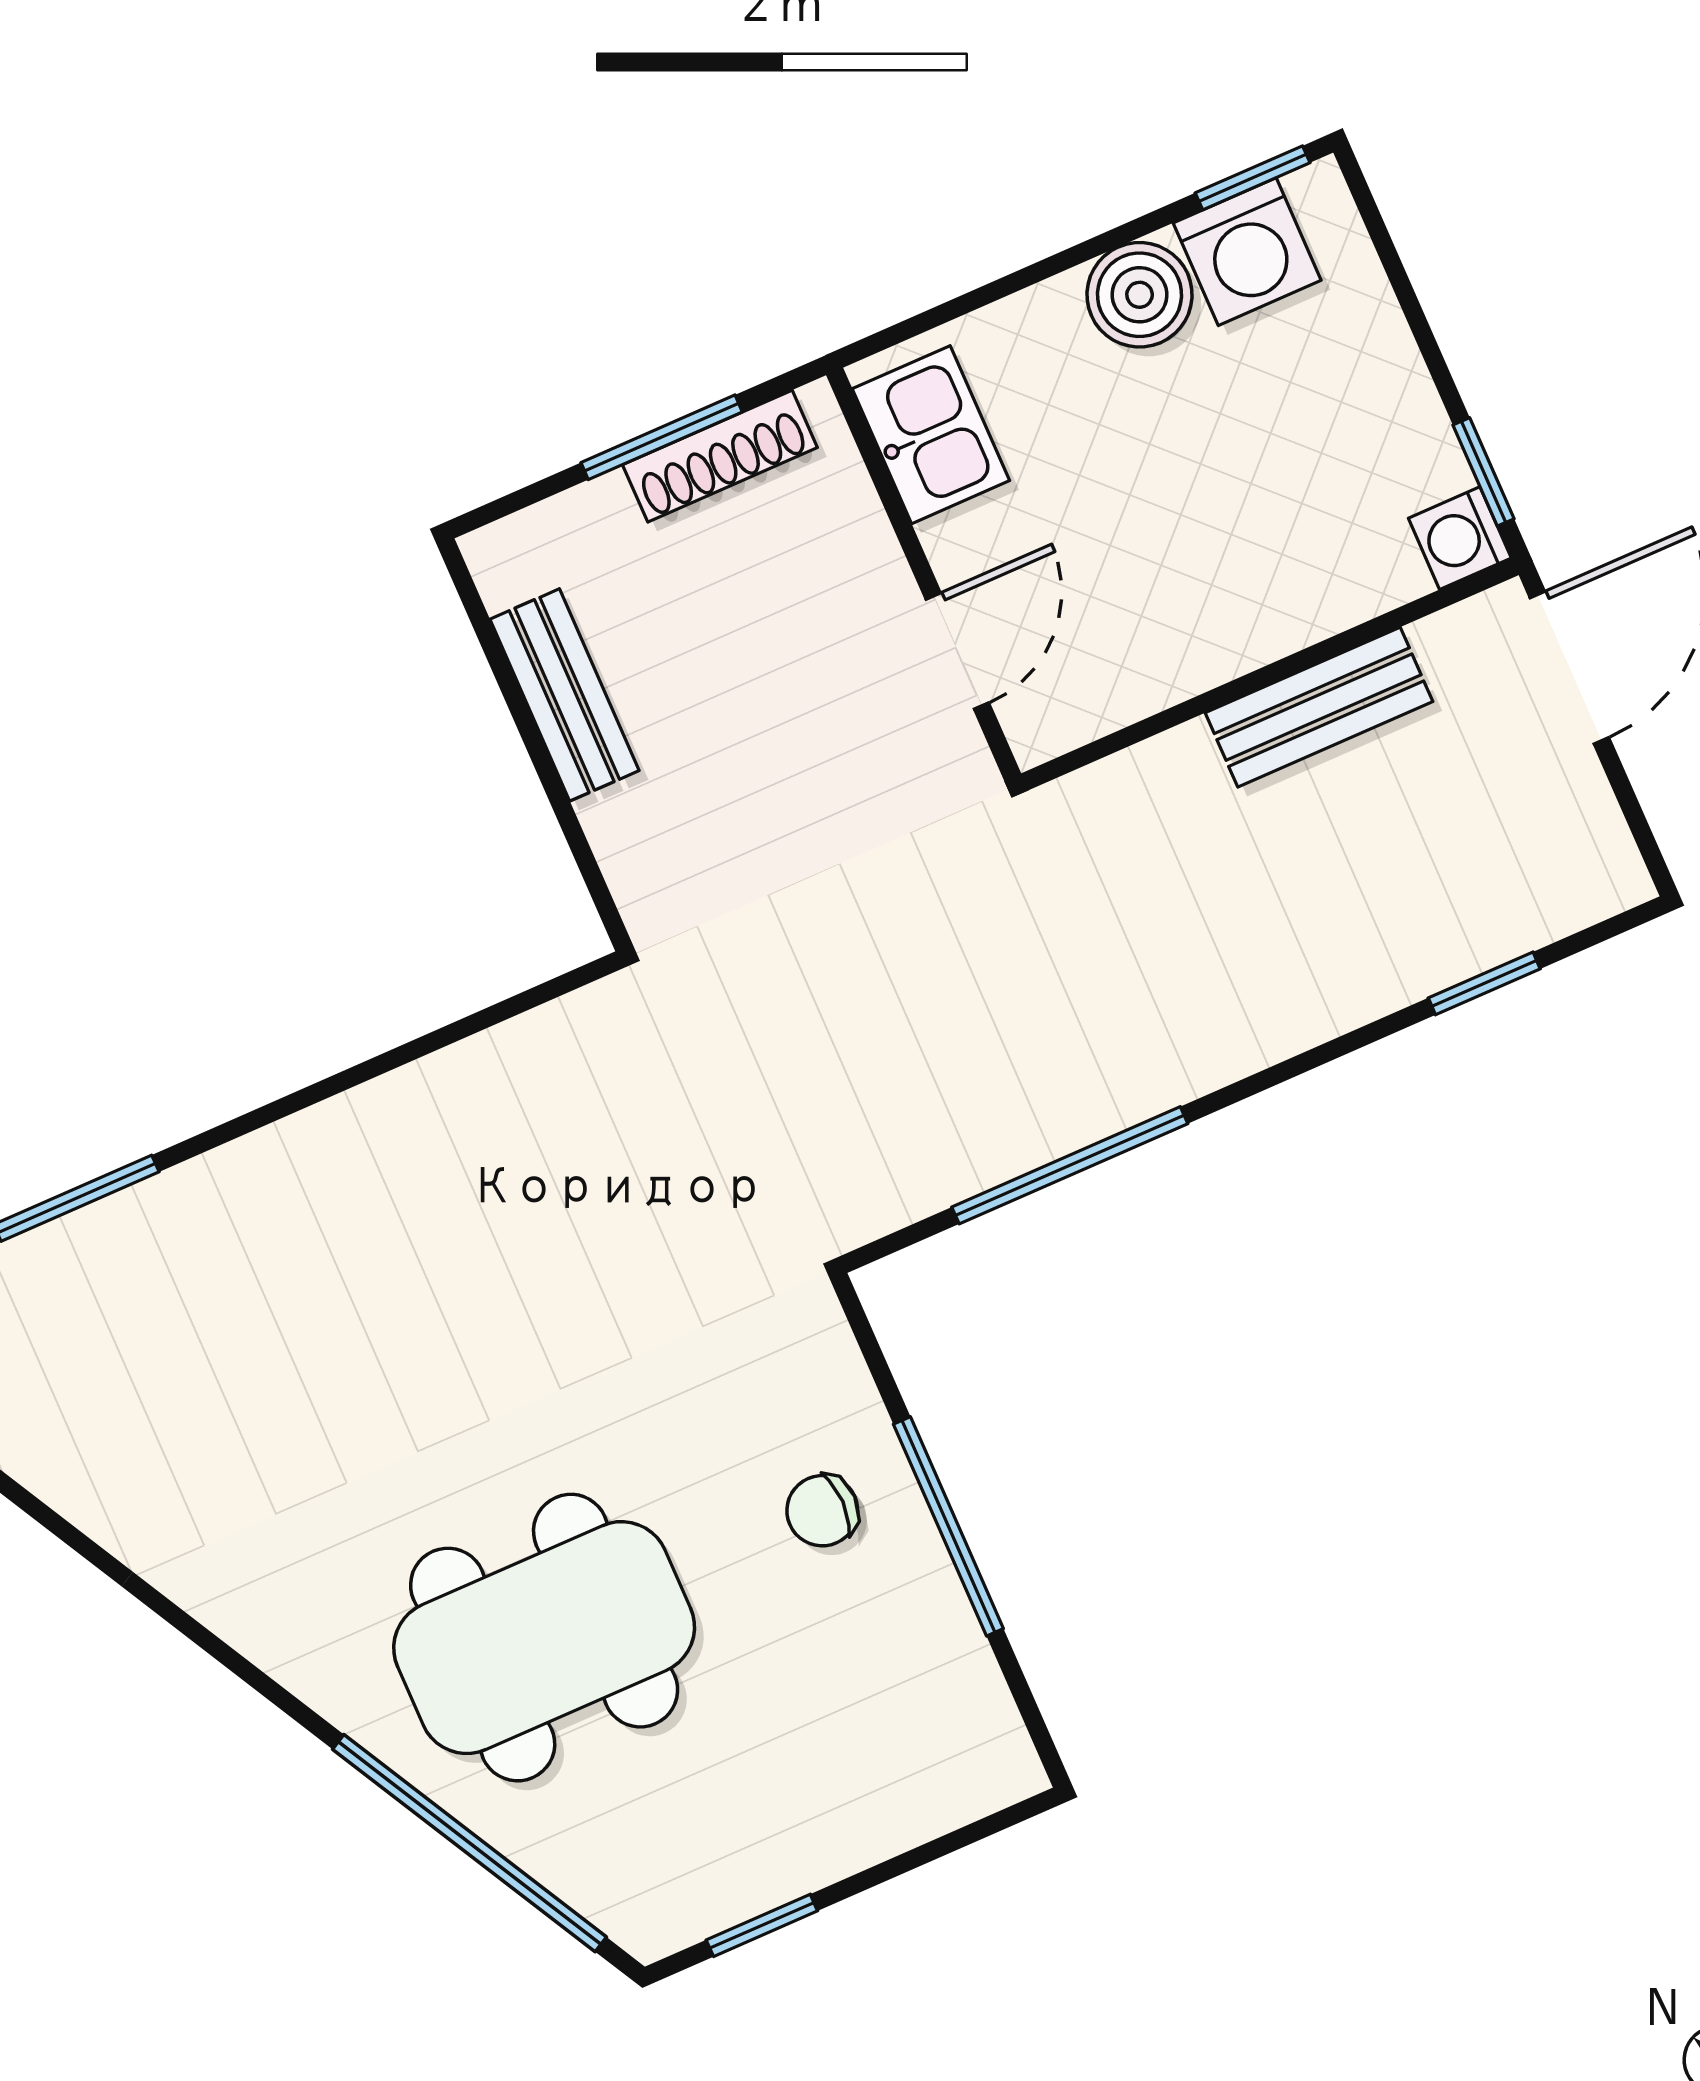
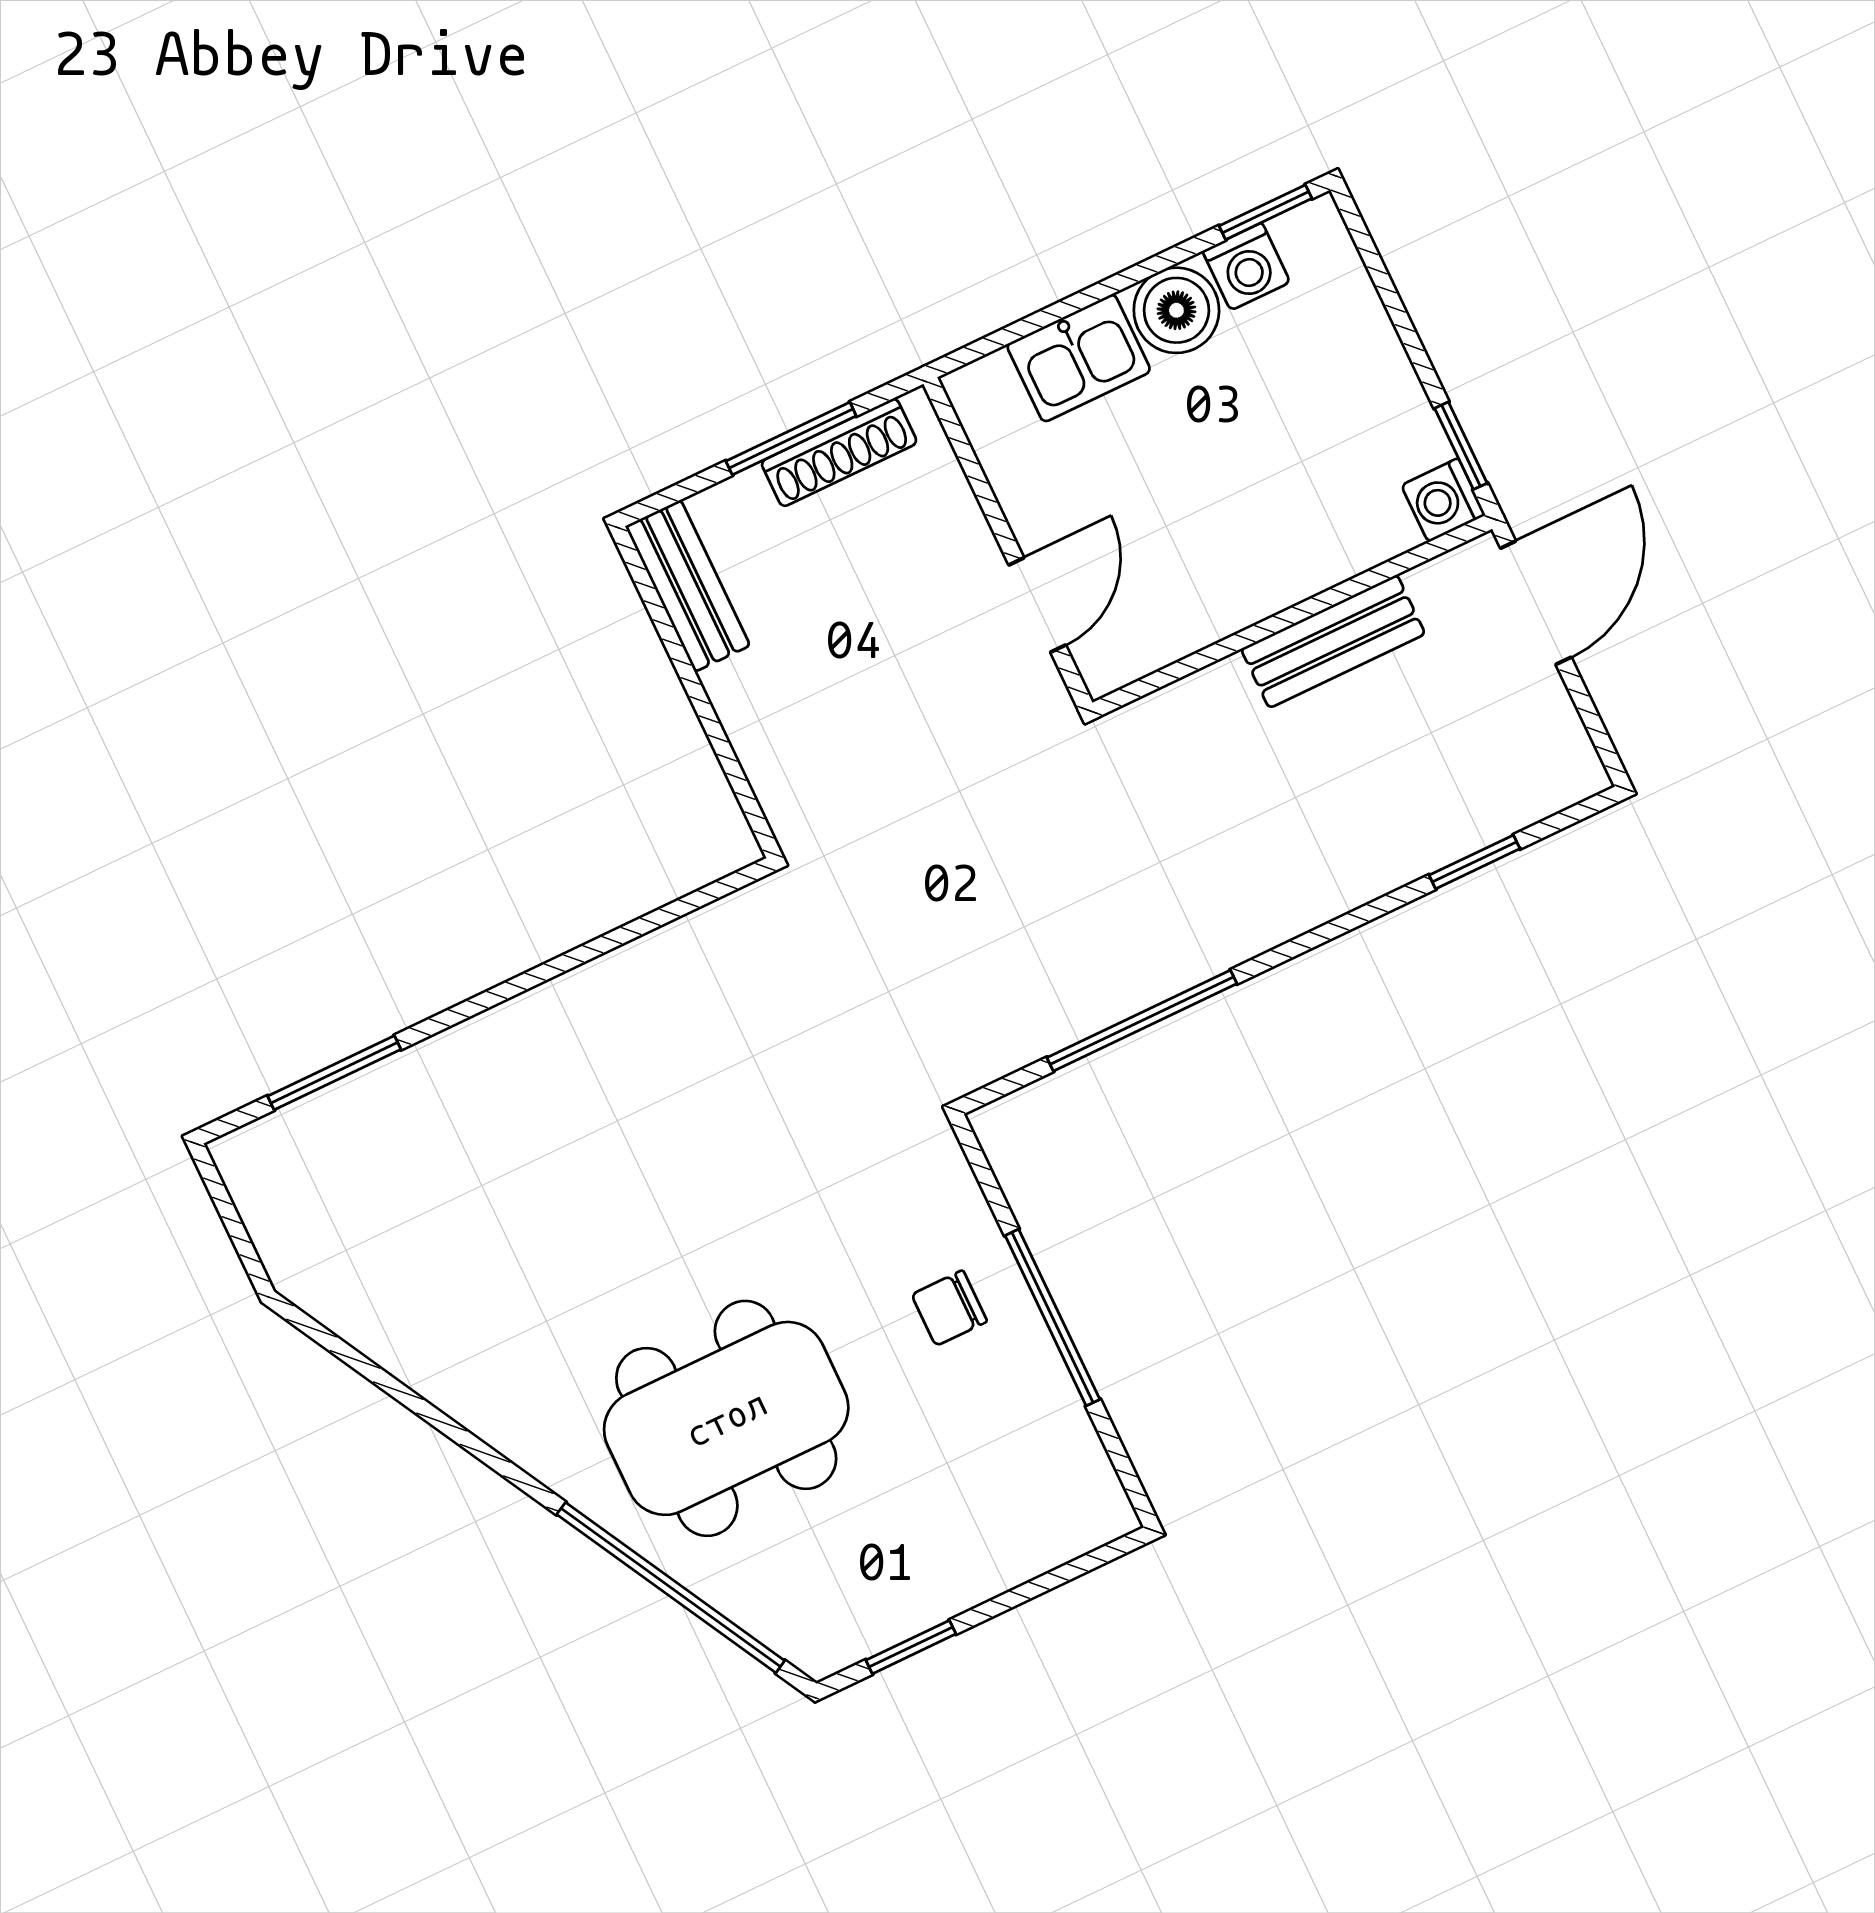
washing machine: (1247, 252) -> (1246, 267), width x0.73, depth x0.73
kitchen sink: (931, 435) -> (1079, 358), moved, turned 90
bench: (564, 695) -> (688, 586), moved

